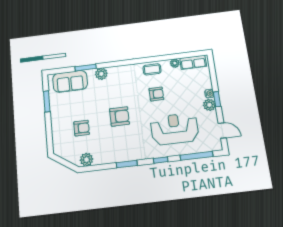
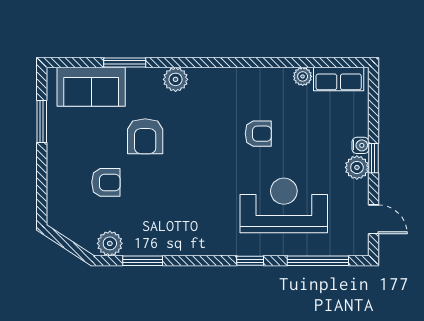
coffee table: (152, 69) -> (256, 83), removed
plant: (101, 74) -> (176, 79), moved
armchair: (119, 116) -> (145, 136), moved, turned 90
window: (127, 164) -> (143, 261), moved

